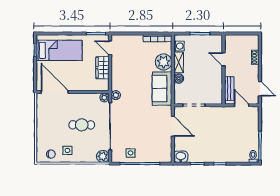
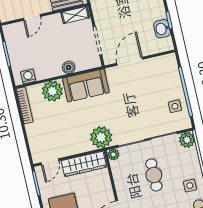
shelving: (179, 62) -> (75, 15), moved
wardrobe: (102, 68) -> (84, 164), width x1.50
plant: (116, 95) -> (101, 137), width x1.88, depth x1.88
washbasin: (181, 157) -> (162, 29), moved

